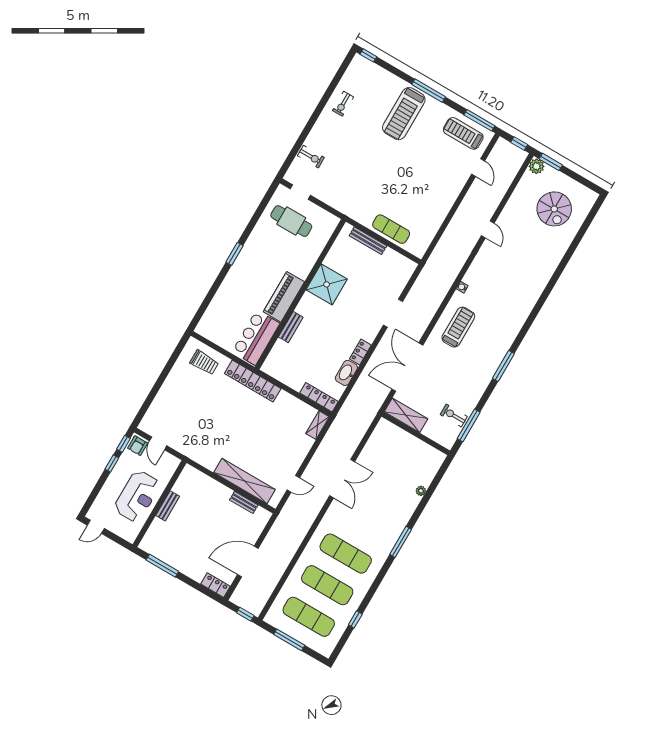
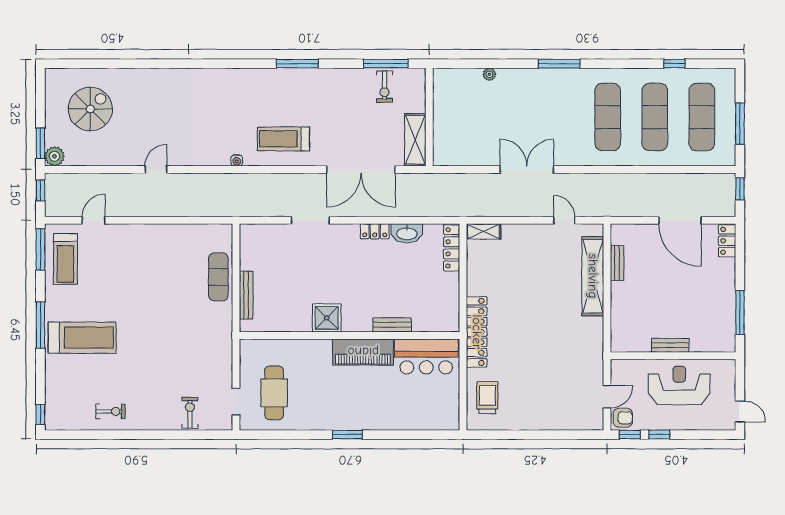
shower: (327, 284) -> (327, 318), width x0.73, depth x0.73

